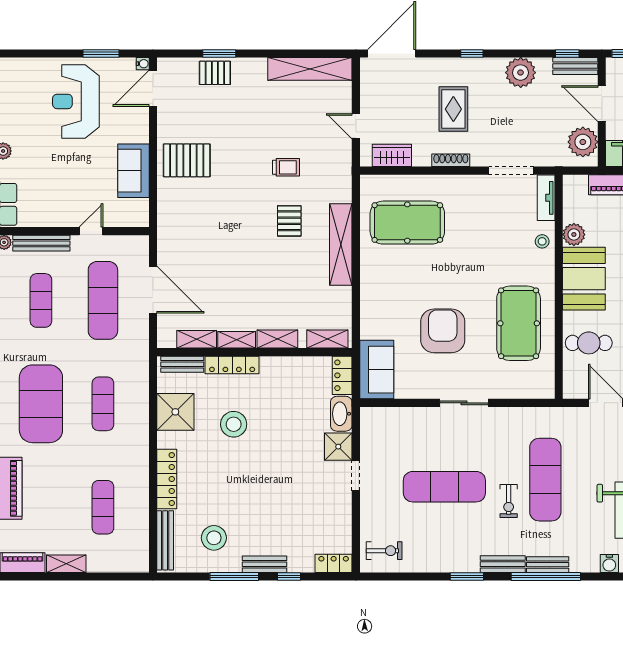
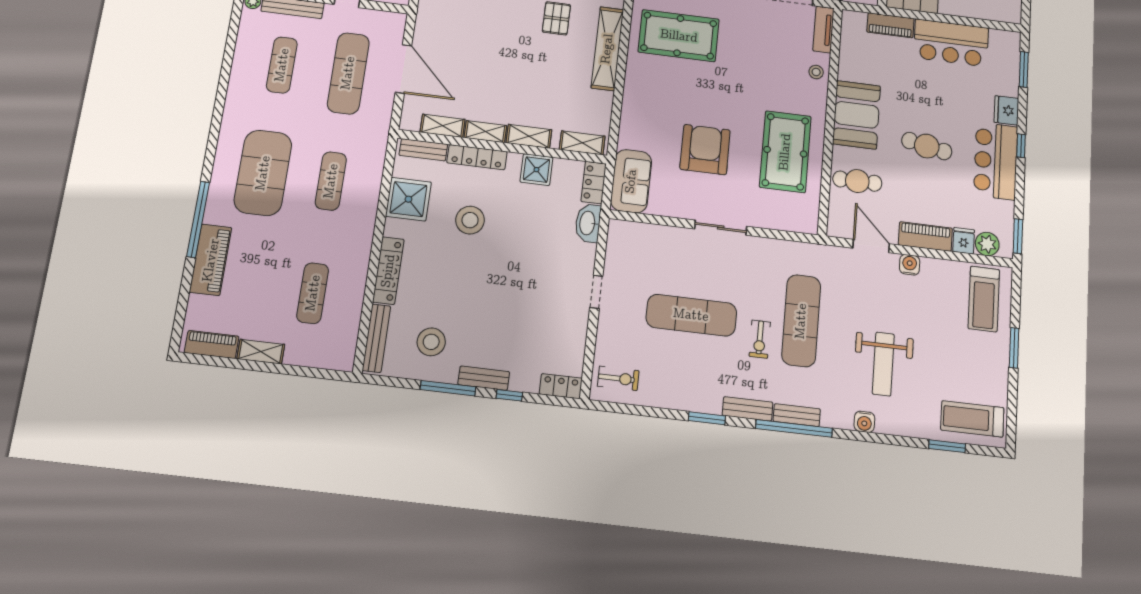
plant: (574, 234) -> (849, 69), removed
shower: (338, 447) -> (536, 170), moved

